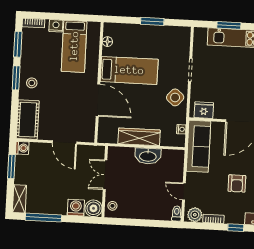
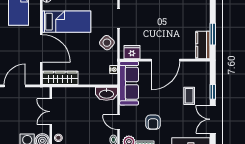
wardrobe: (139, 137) -> (60, 78), moved
door: (64, 142) -> (15, 86), swing flipped
washbasin: (148, 156) -> (106, 94), moved
armchair: (237, 183) -> (153, 122), moved

